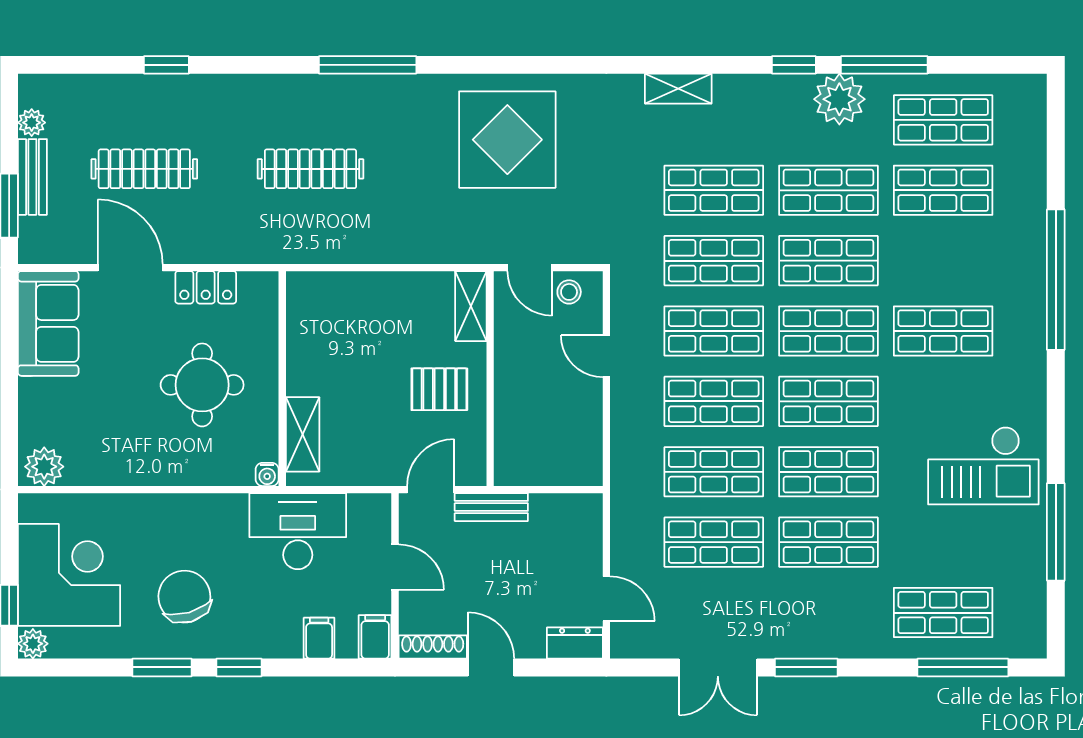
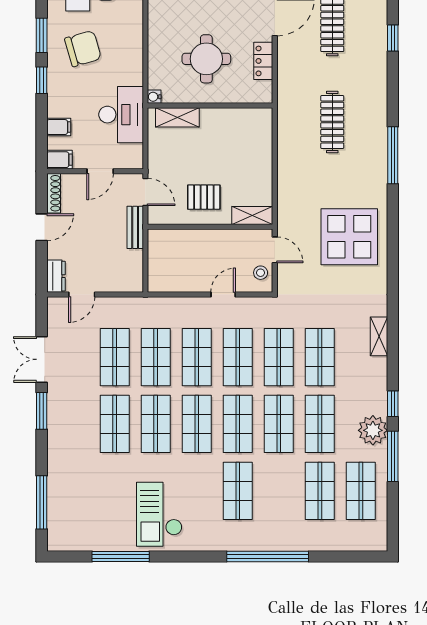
door: (530, 268) -> (275, 250), swing flipped
pallet: (439, 389) -> (204, 197), turned 90
shop shelf: (943, 613) -> (74, 491), removed

